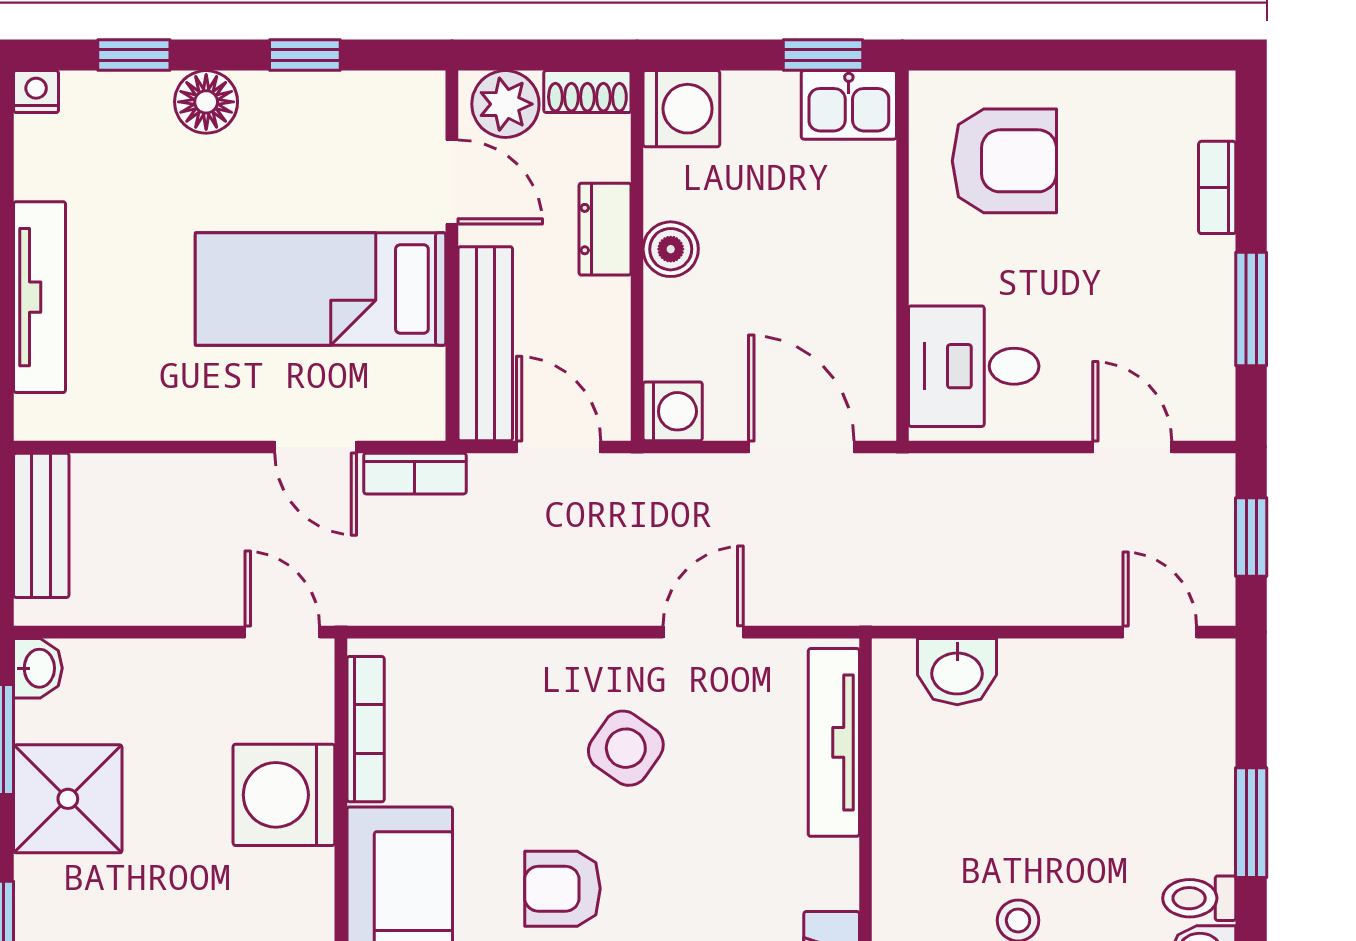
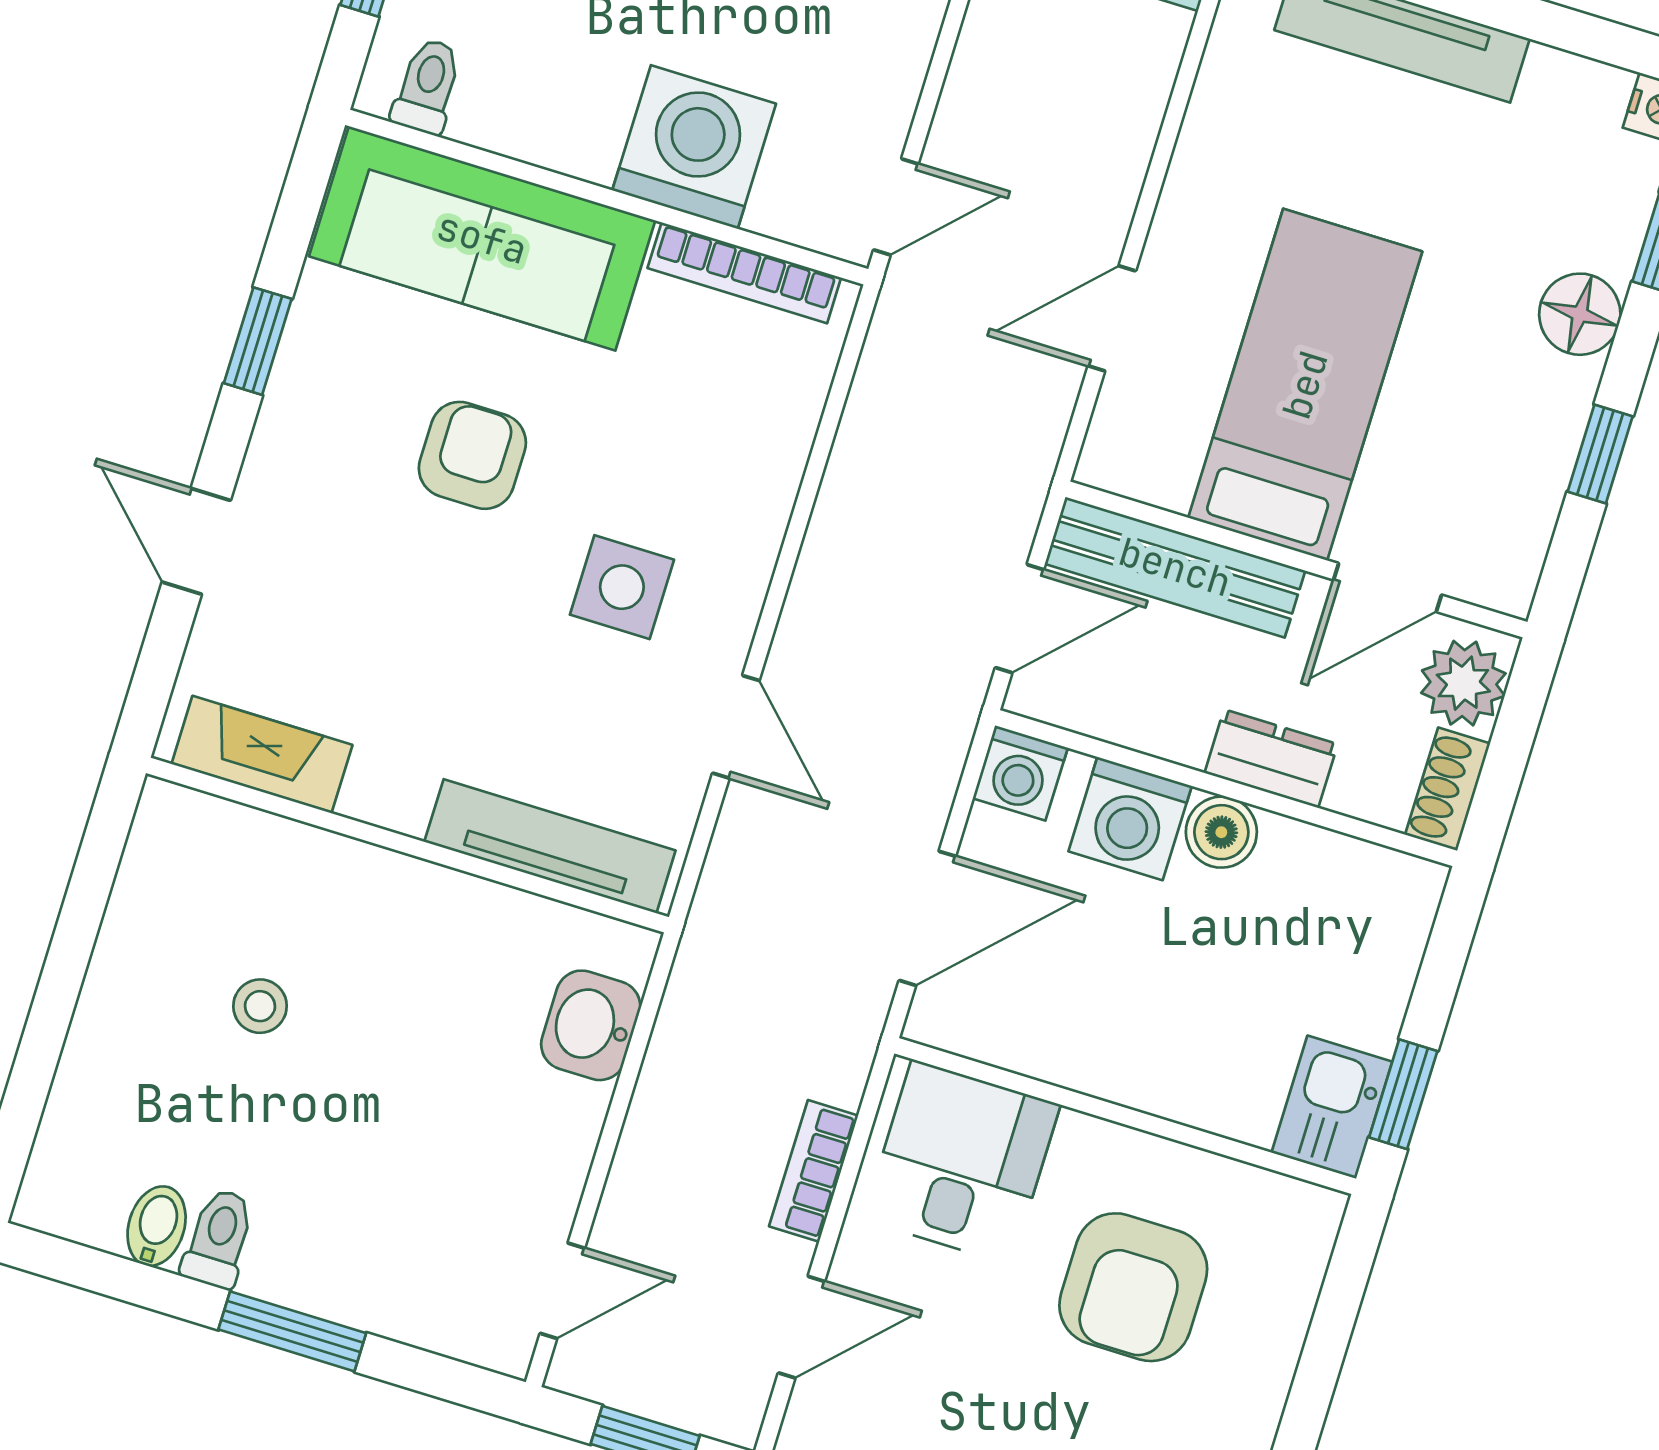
washing machine: (681, 109) -> (1130, 819), moved
armchair: (1004, 161) -> (1133, 1287), moved
bookcase: (415, 474) -> (814, 1171), moved
side table: (626, 748) -> (622, 587), turned -35

